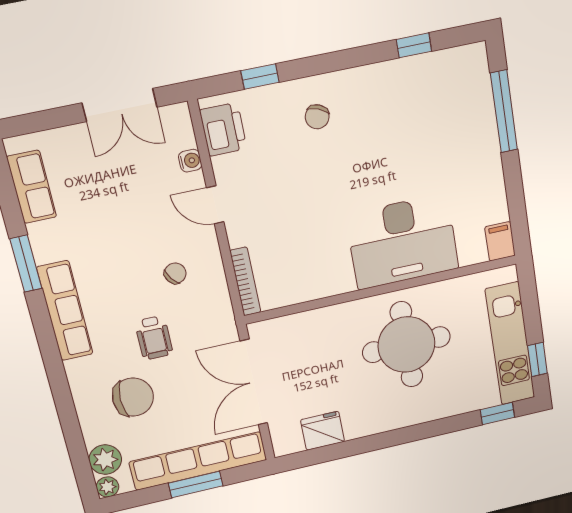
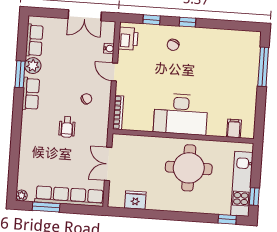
window: (414, 45) -> (188, 22), moved
filing cabinet: (500, 241) -> (234, 128), moved
desk: (403, 242) -> (181, 114), moved
row of seats: (65, 311) -> (31, 94), width x0.68
double door: (254, 382) -> (108, 164), width x0.73
chair: (133, 397) -> (48, 153), removed
plant: (105, 460) -> (33, 66), moved
window: (196, 484) -> (46, 207), moved

